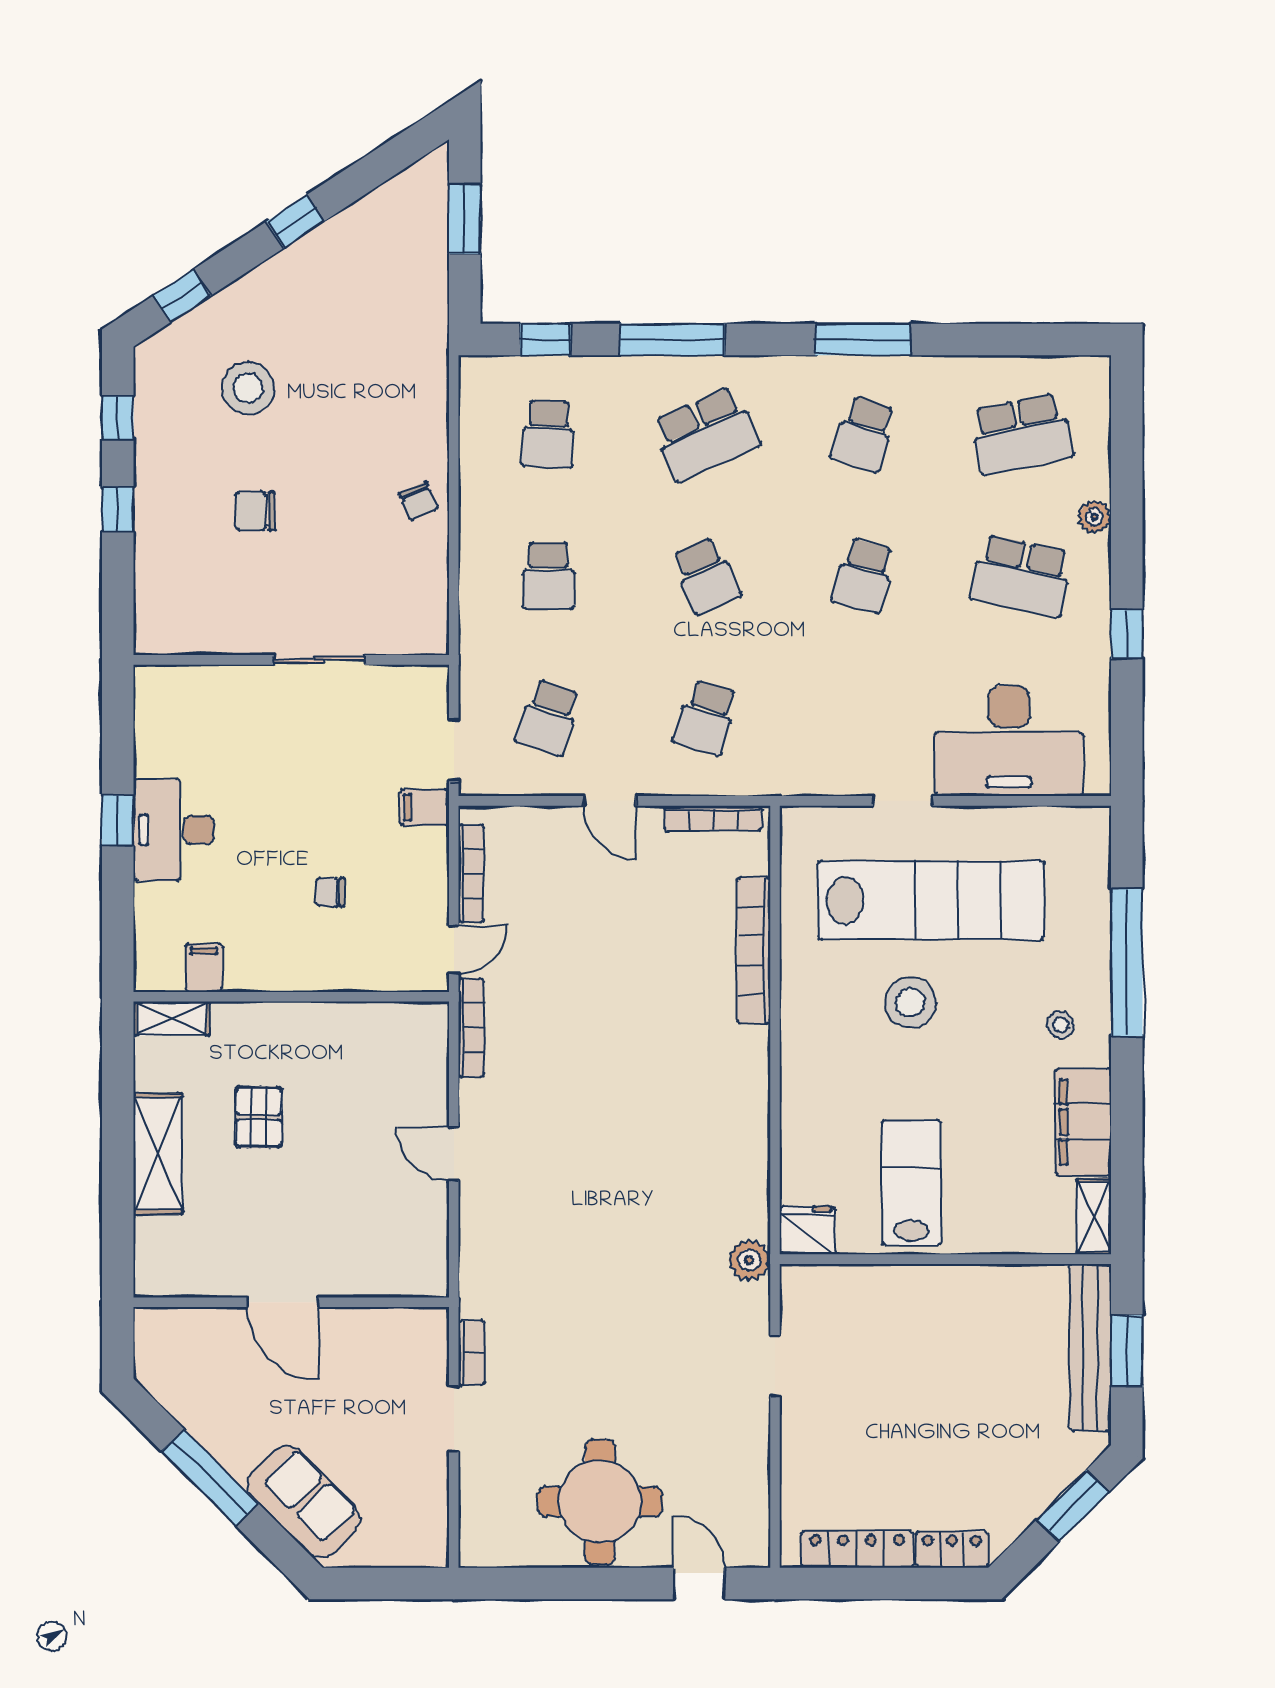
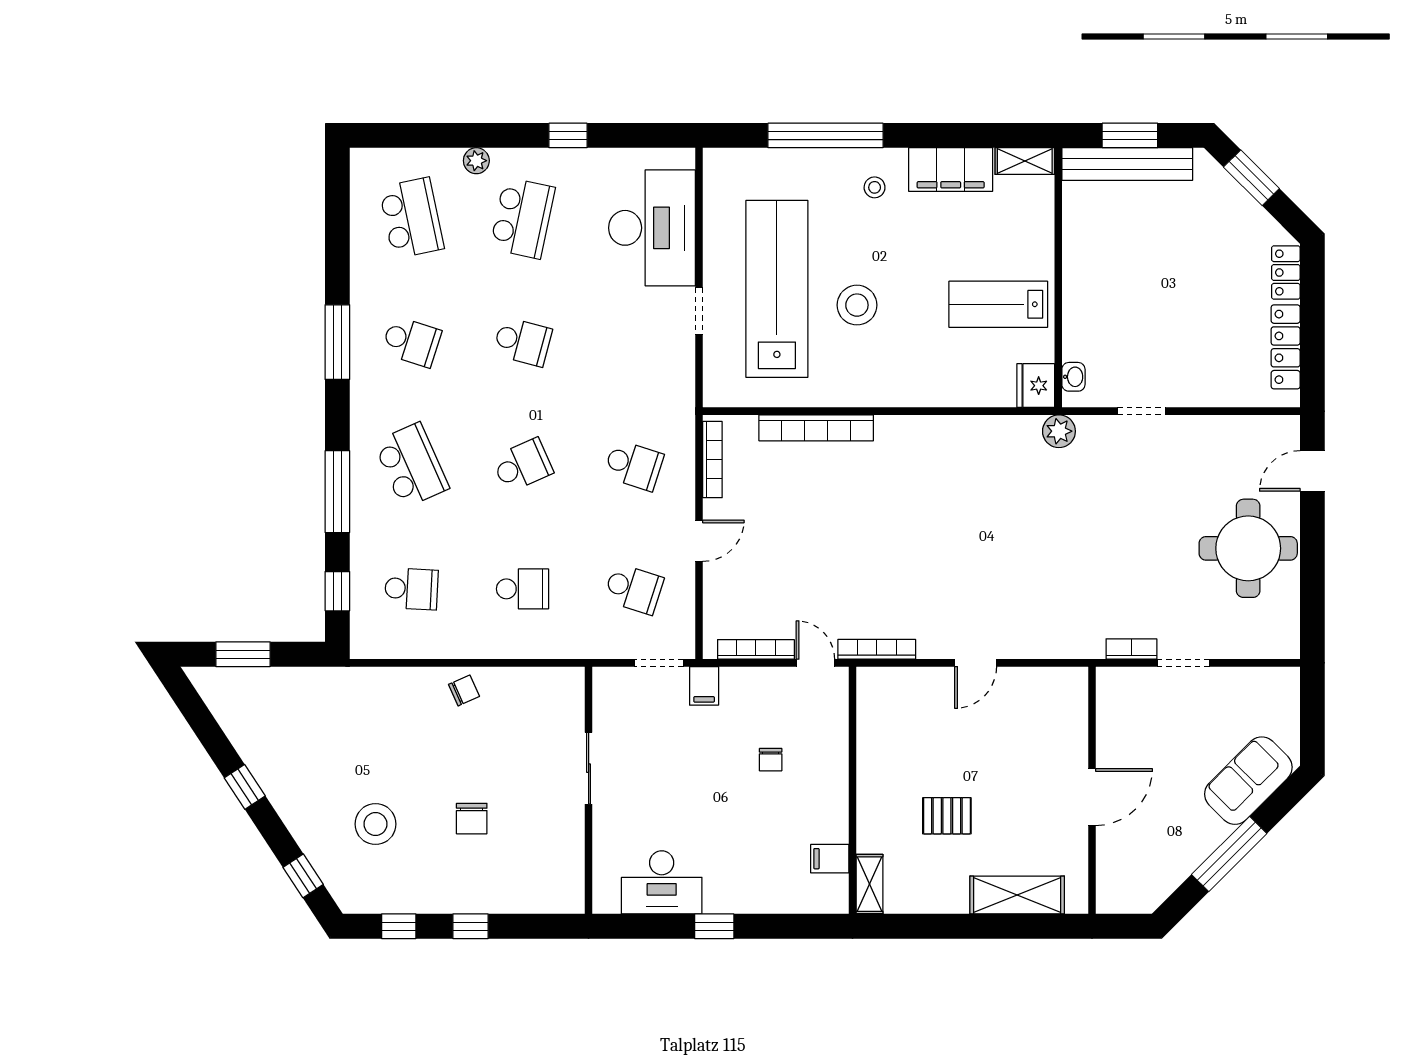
desk: (174, 830) -> (662, 882), moved
shelving: (158, 1154) -> (1017, 895), moved
washbasin: (819, 1279) -> (1073, 377), added

